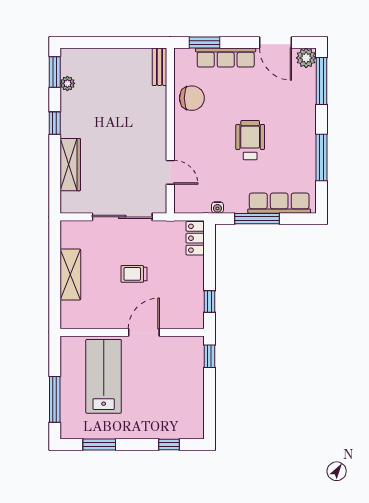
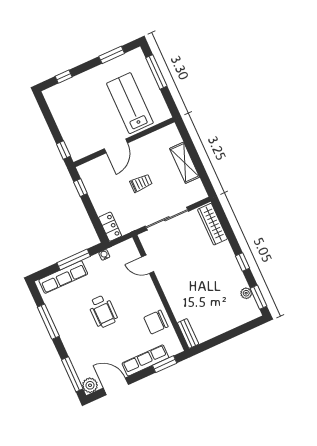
wardrobe: (70, 165) -> (213, 224), moved
lab bench: (104, 376) -> (130, 103), turned 180

